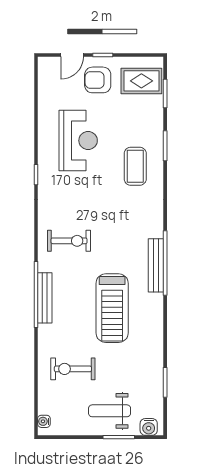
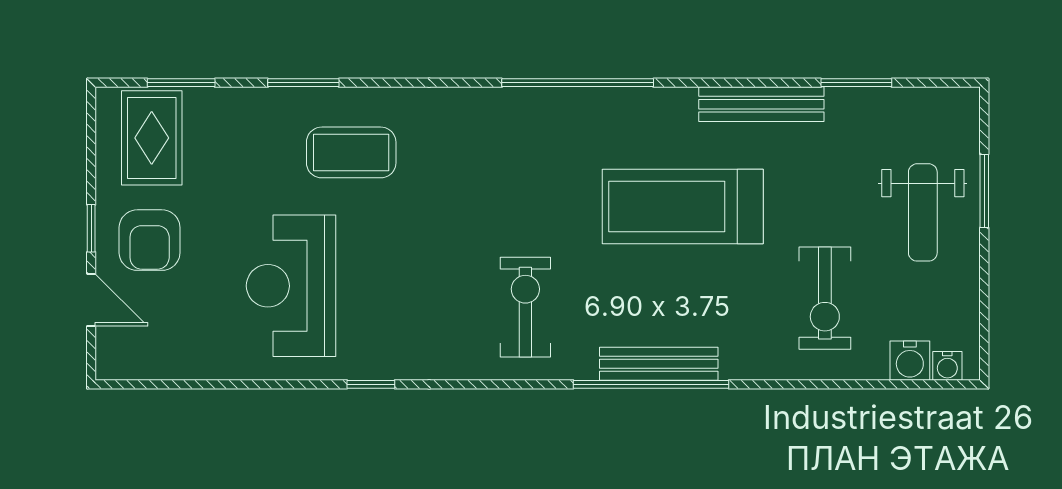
reception desk: (78, 141) -> (291, 286), turned -90
bench: (156, 265) -> (761, 104), moved
treadmill: (112, 308) -> (683, 206), turned 180
water cooler: (149, 427) -> (910, 361), moved, turned 90

